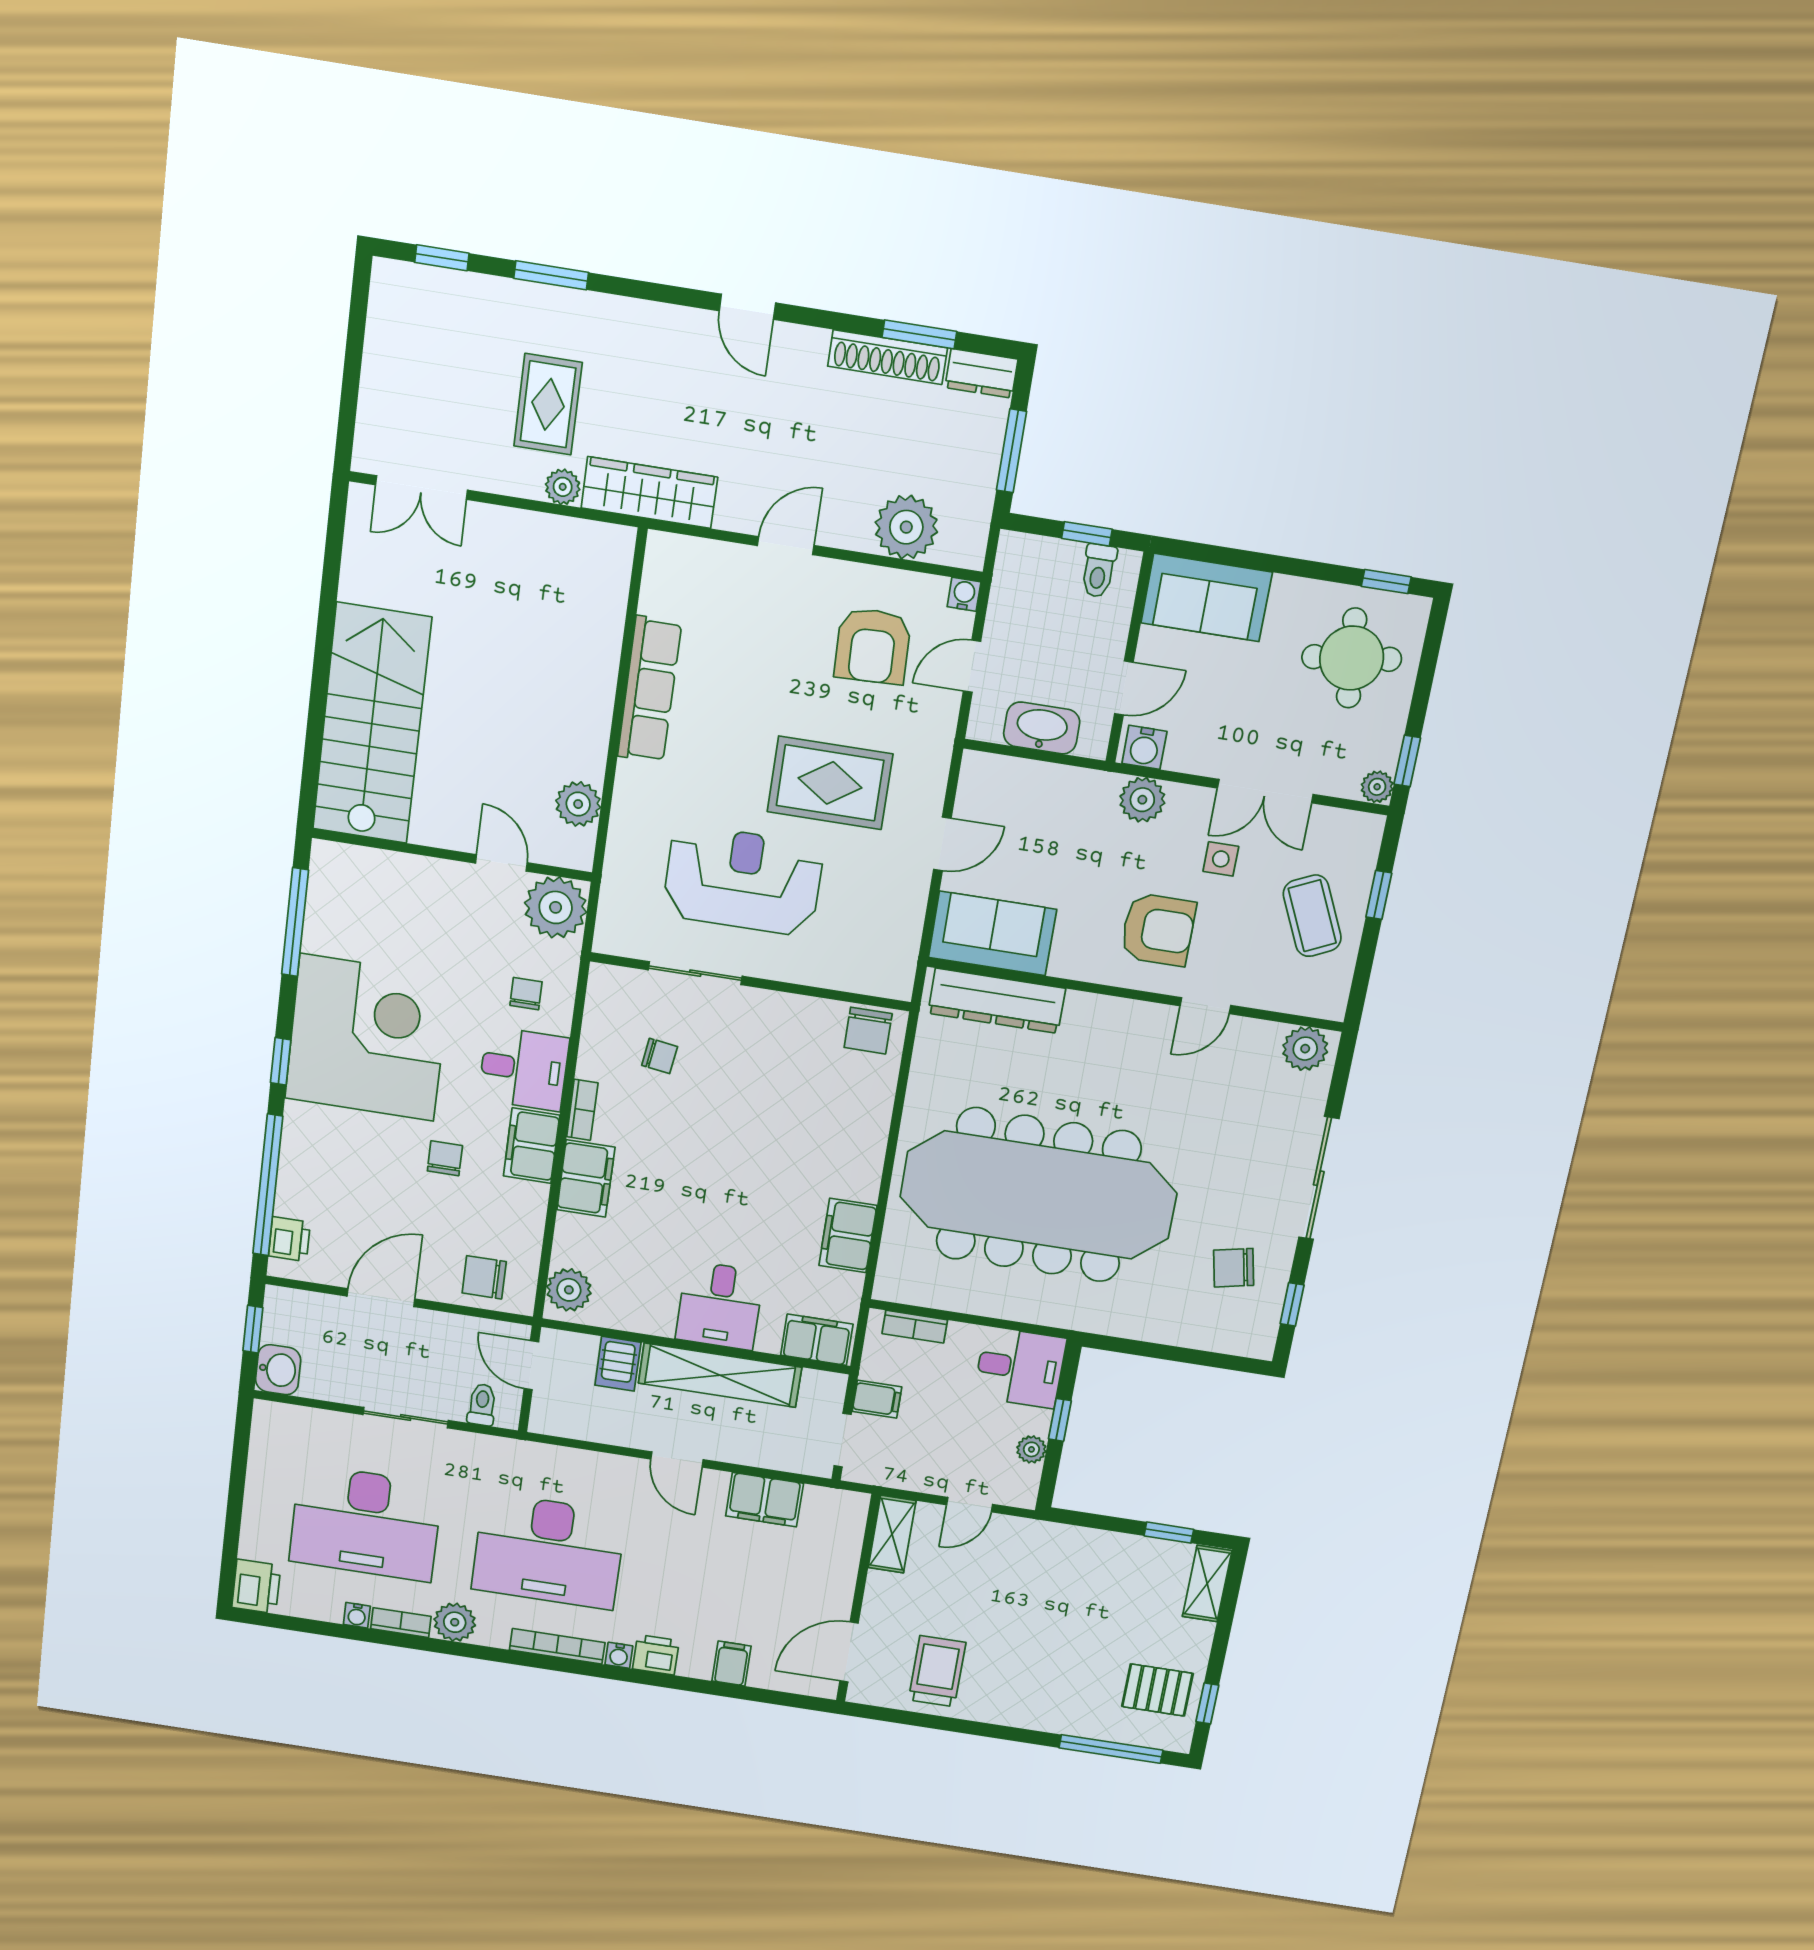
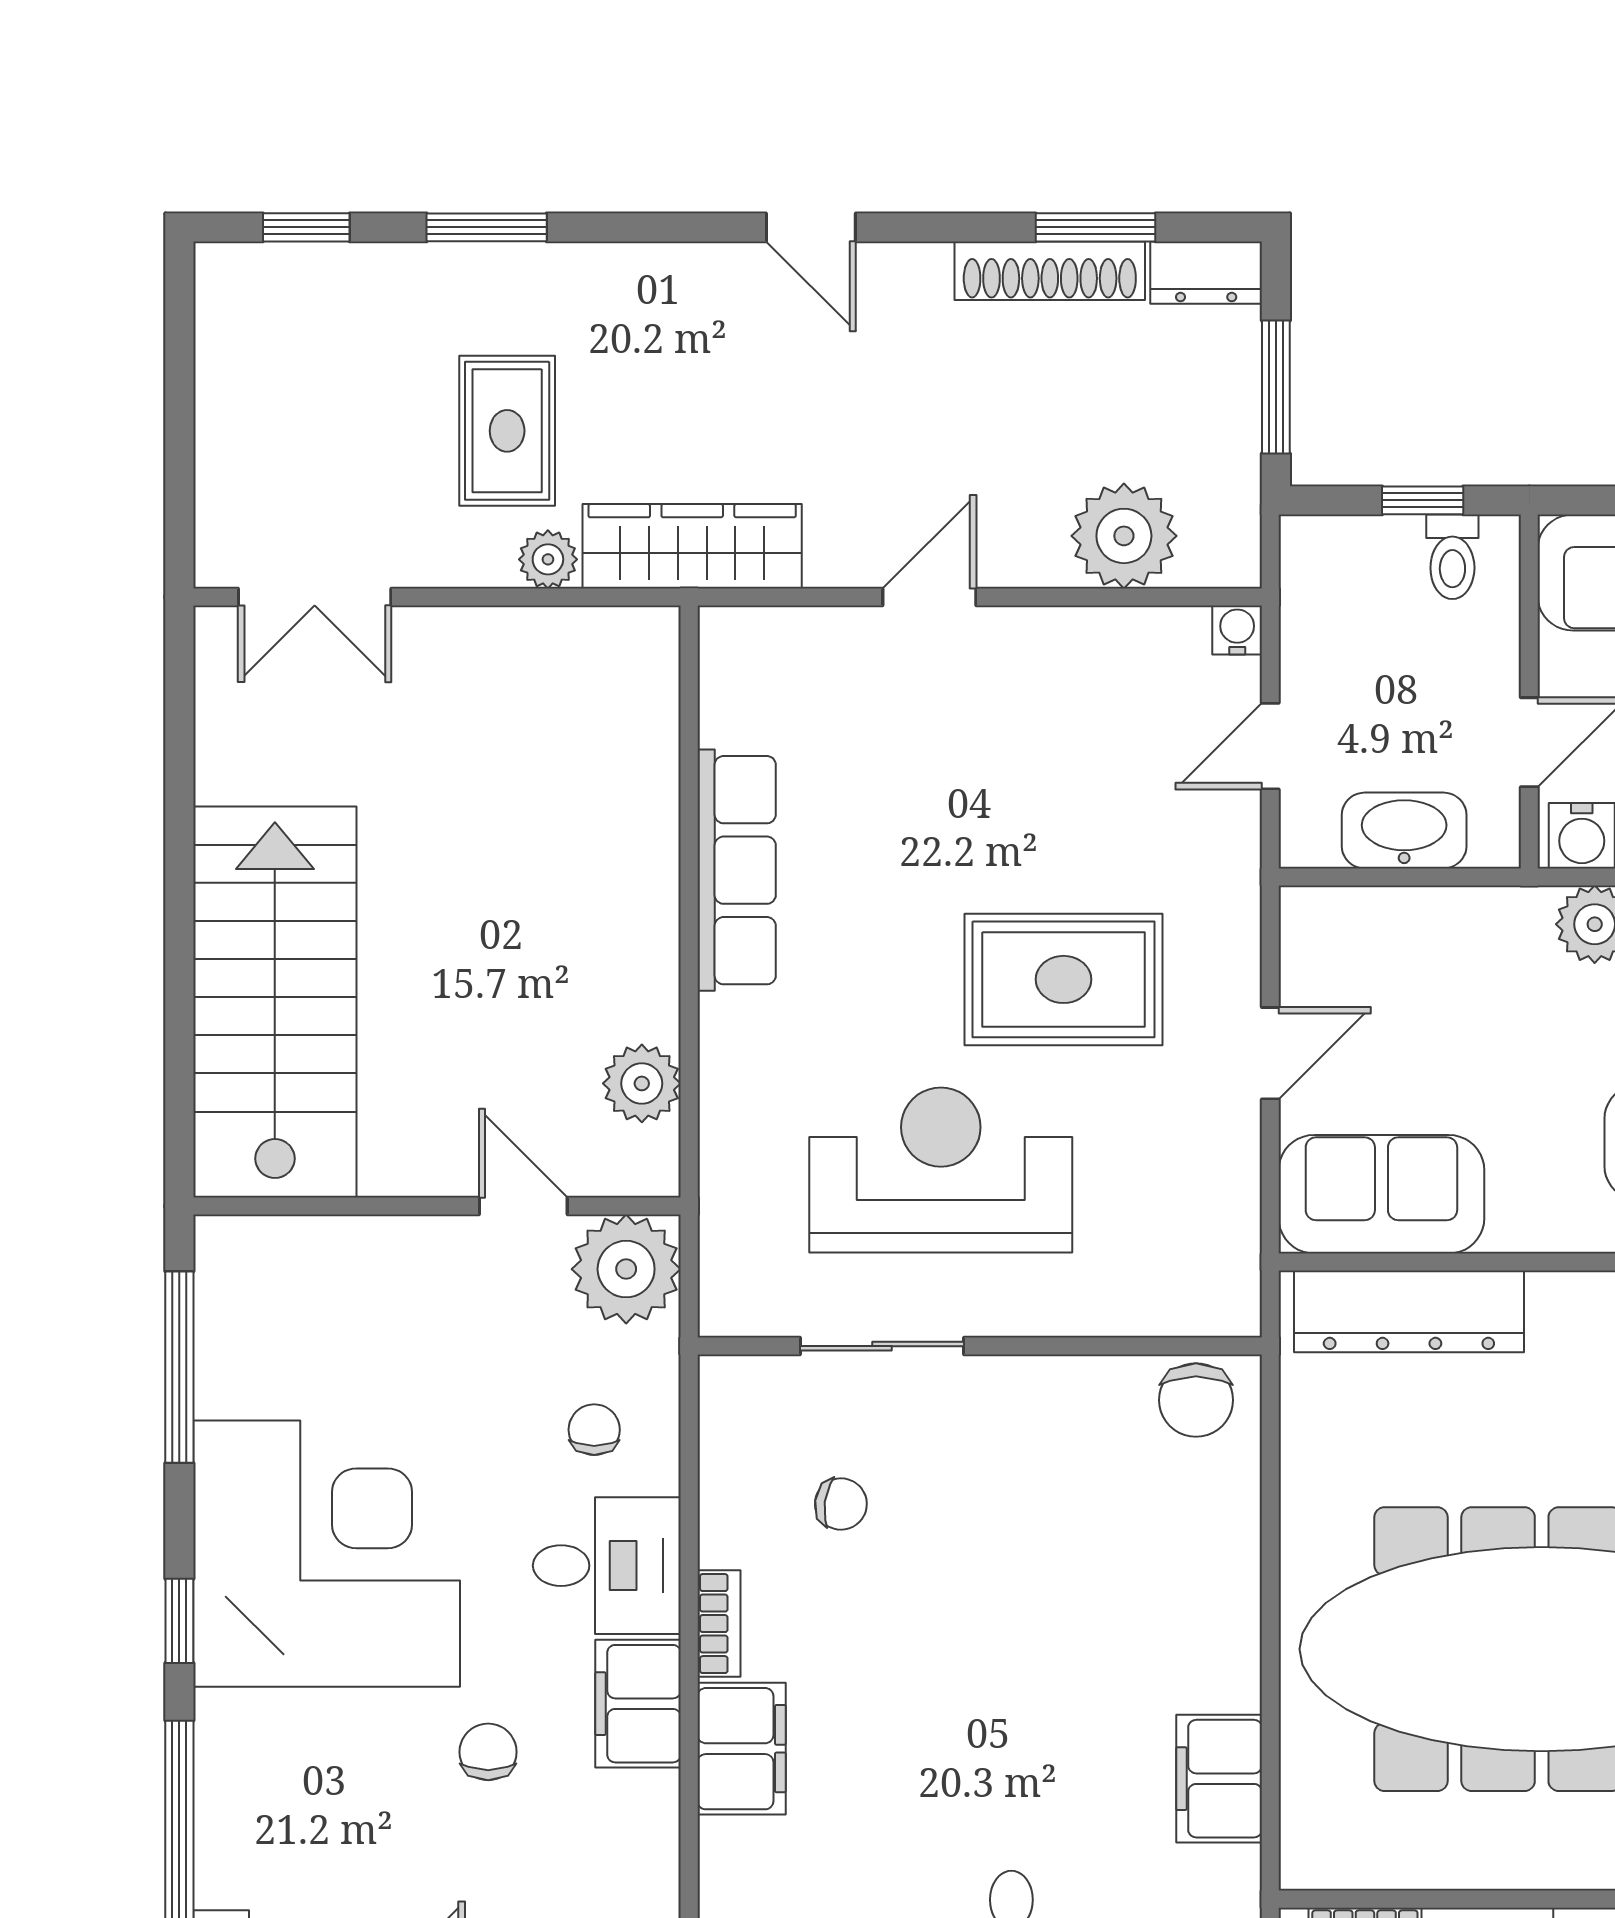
armchair: (873, 646) -> (1099, 739), removed

